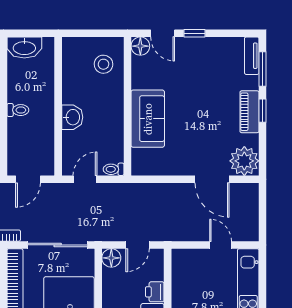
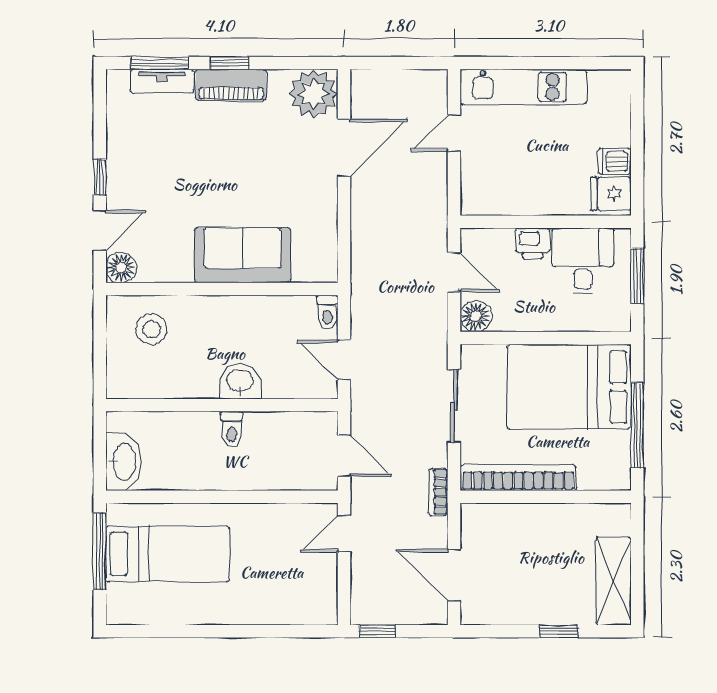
tv unit: (252, 56) -> (162, 81), moved
toilet: (18, 110) -> (232, 429), moved, turned 180
sliding door: (58, 245) -> (454, 406), width x0.73

